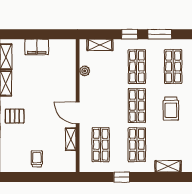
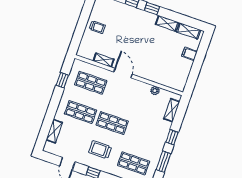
filing cabinet: (37, 47) -> (189, 54), width x0.50
shop shelf: (137, 67) -> (144, 134), removed
door: (78, 113) -> (123, 73), hinge flipped
pallet: (15, 116) -> (138, 21), removed
window: (122, 177) -> (62, 80), moved

